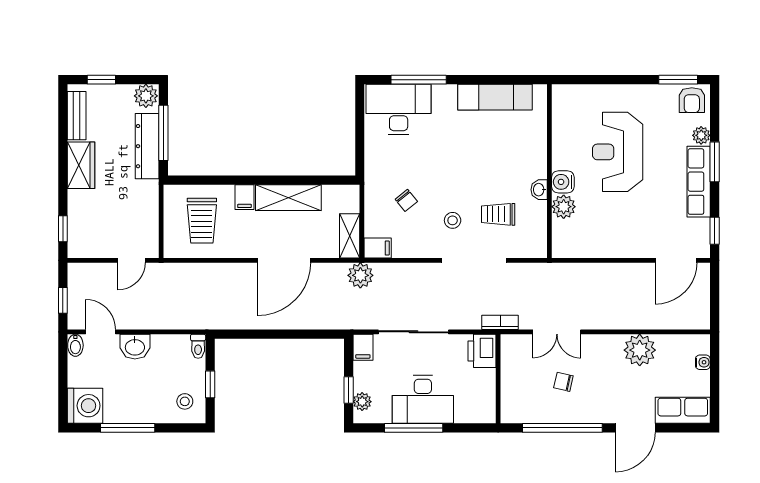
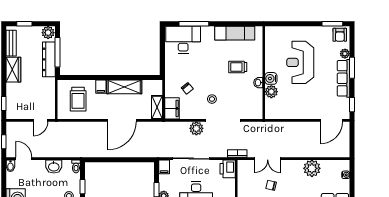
trolley: (498, 214) -> (238, 67), moved
filing cabinet: (378, 248) -> (172, 108), width x2.00
plant: (360, 275) -> (196, 128), moved
washbasin: (135, 347) -> (54, 166), moved

